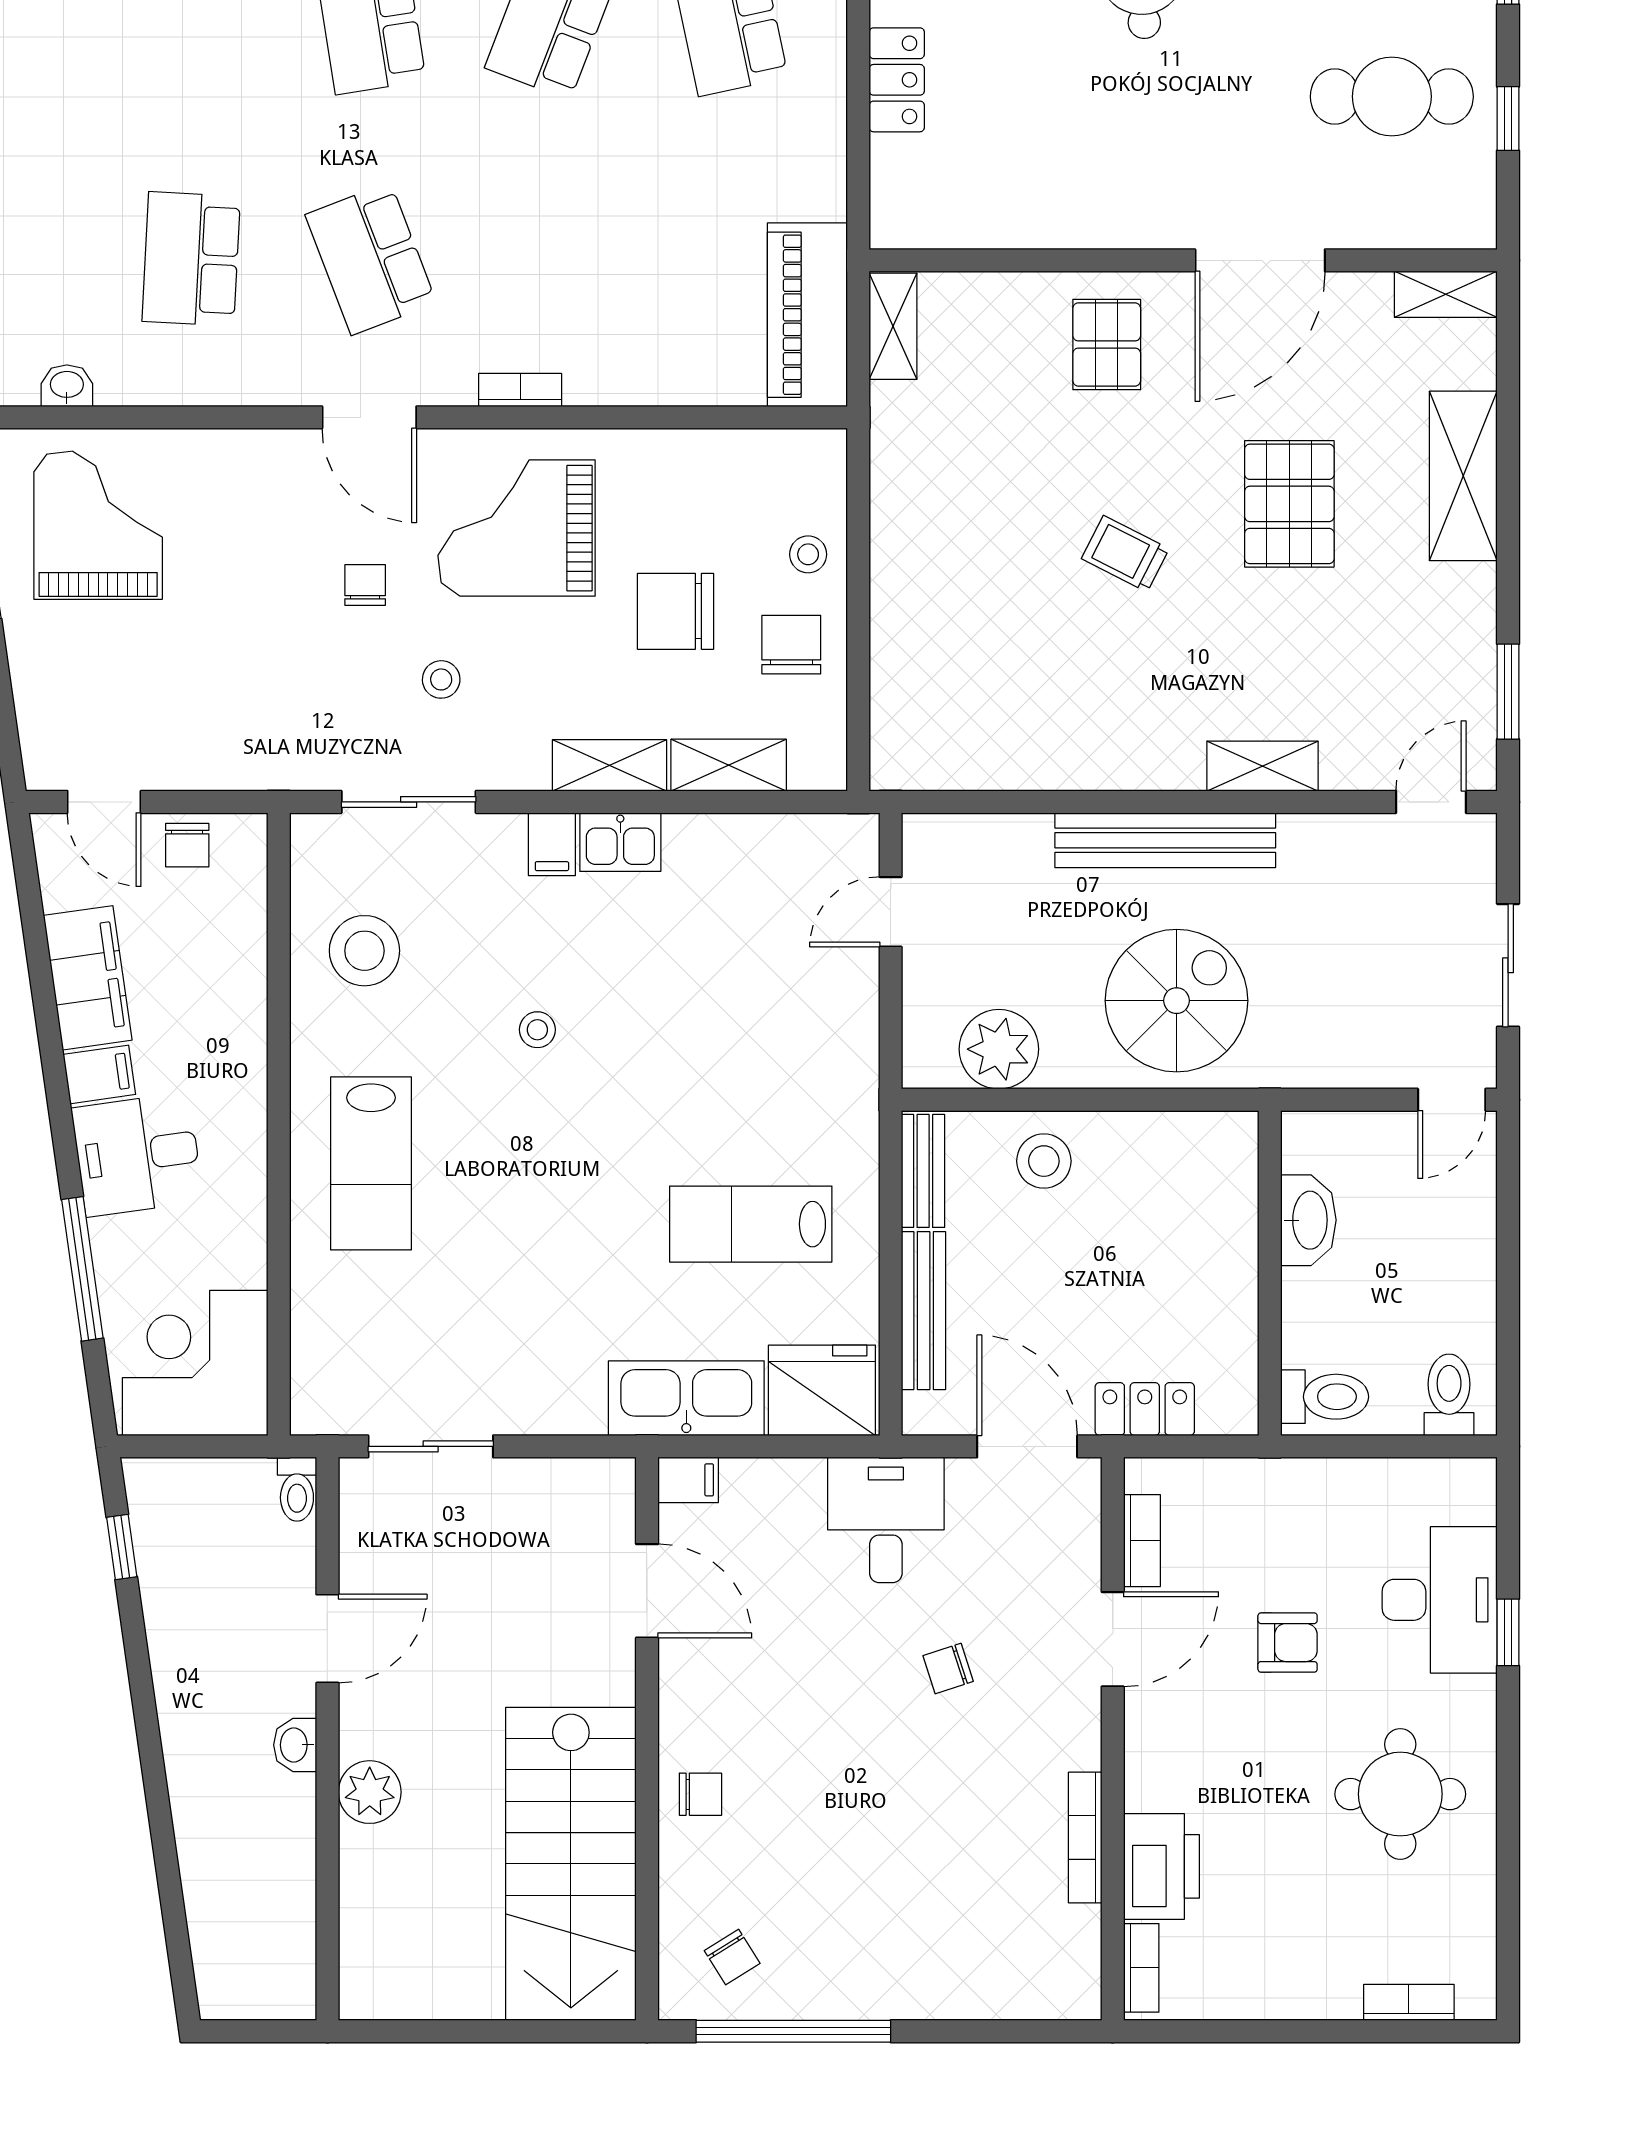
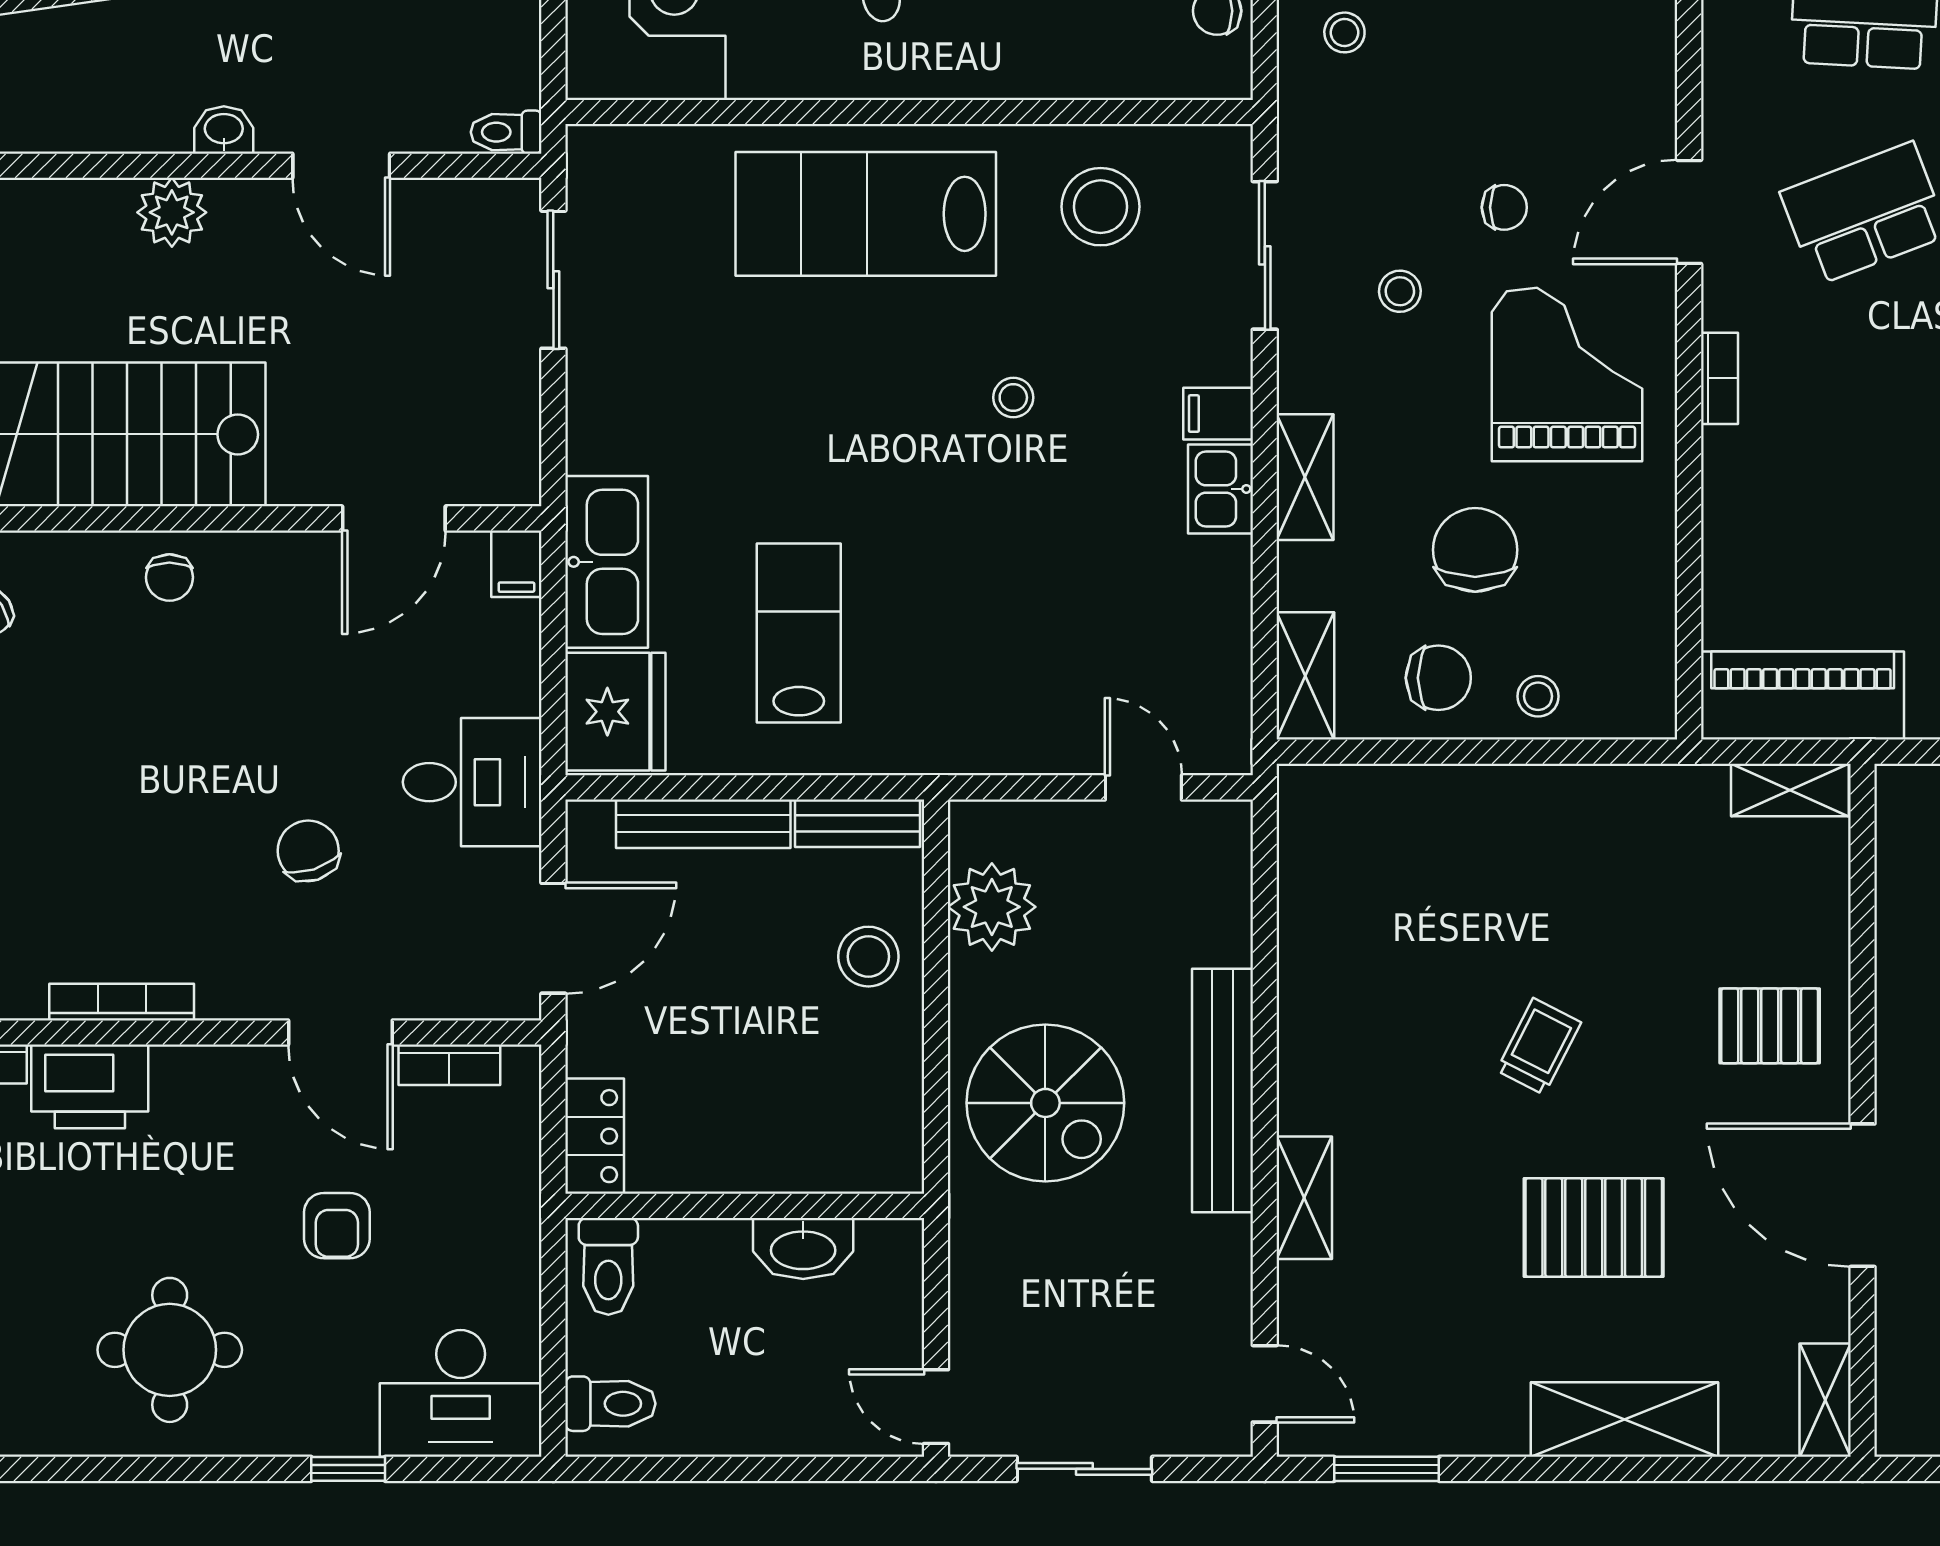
stool: (207, 730) -> (1344, 32), added
shelving: (729, 765) -> (1305, 676), moved
lab bench: (371, 1163) -> (866, 214), width x1.36, depth x1.39
locker: (1145, 1409) -> (595, 1136), moved
desk: (1440, 1600) -> (461, 1393), moved
chair: (948, 1669) -> (308, 851), width x1.37, depth x1.37

